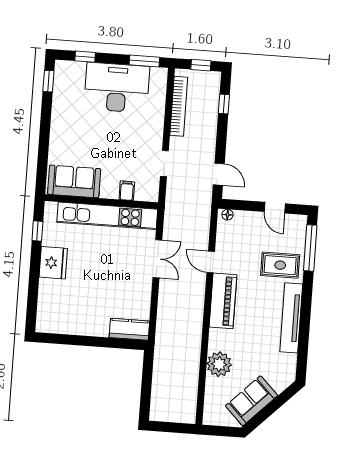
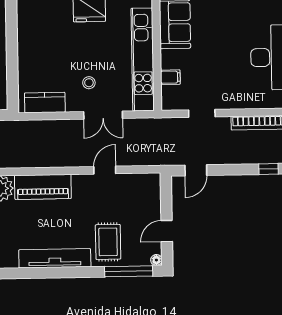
floor lamp: (228, 215) -> (156, 260), moved
stool: (125, 270) -> (89, 83), added
piano: (223, 301) -> (43, 187), moved
kitchen counter: (129, 329) -> (45, 103), moved, turned -90

